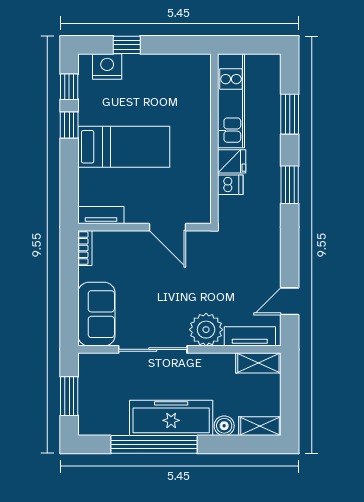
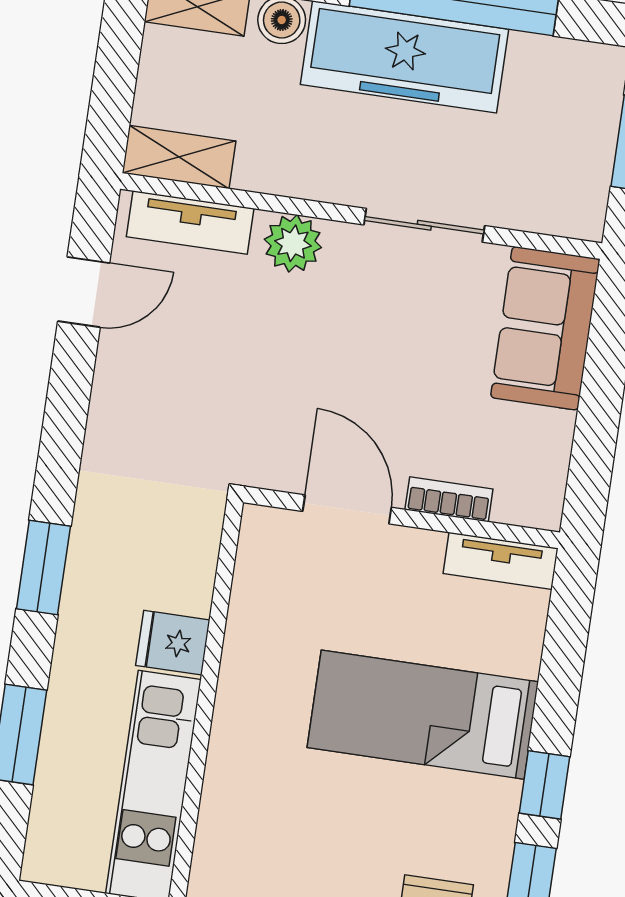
dishwasher: (230, 185) -> (184, 588), removed
bookcase: (85, 248) -> (449, 499), moved, turned 90
plant: (206, 330) -> (293, 243), width x0.73, depth x0.73
sliding door: (153, 349) -> (424, 225), width x0.73

